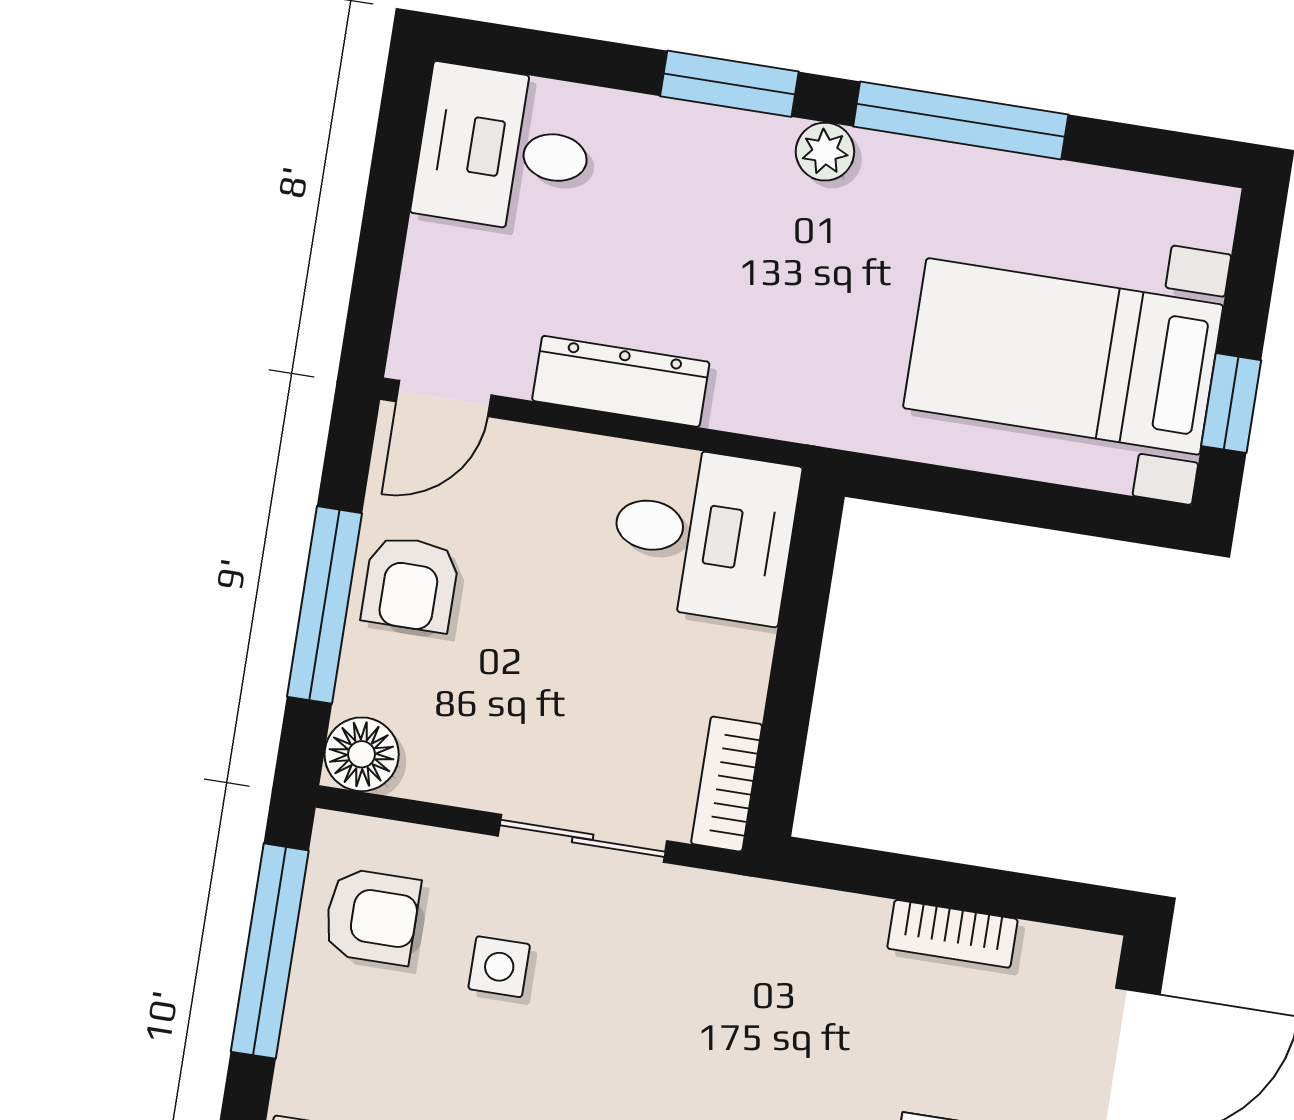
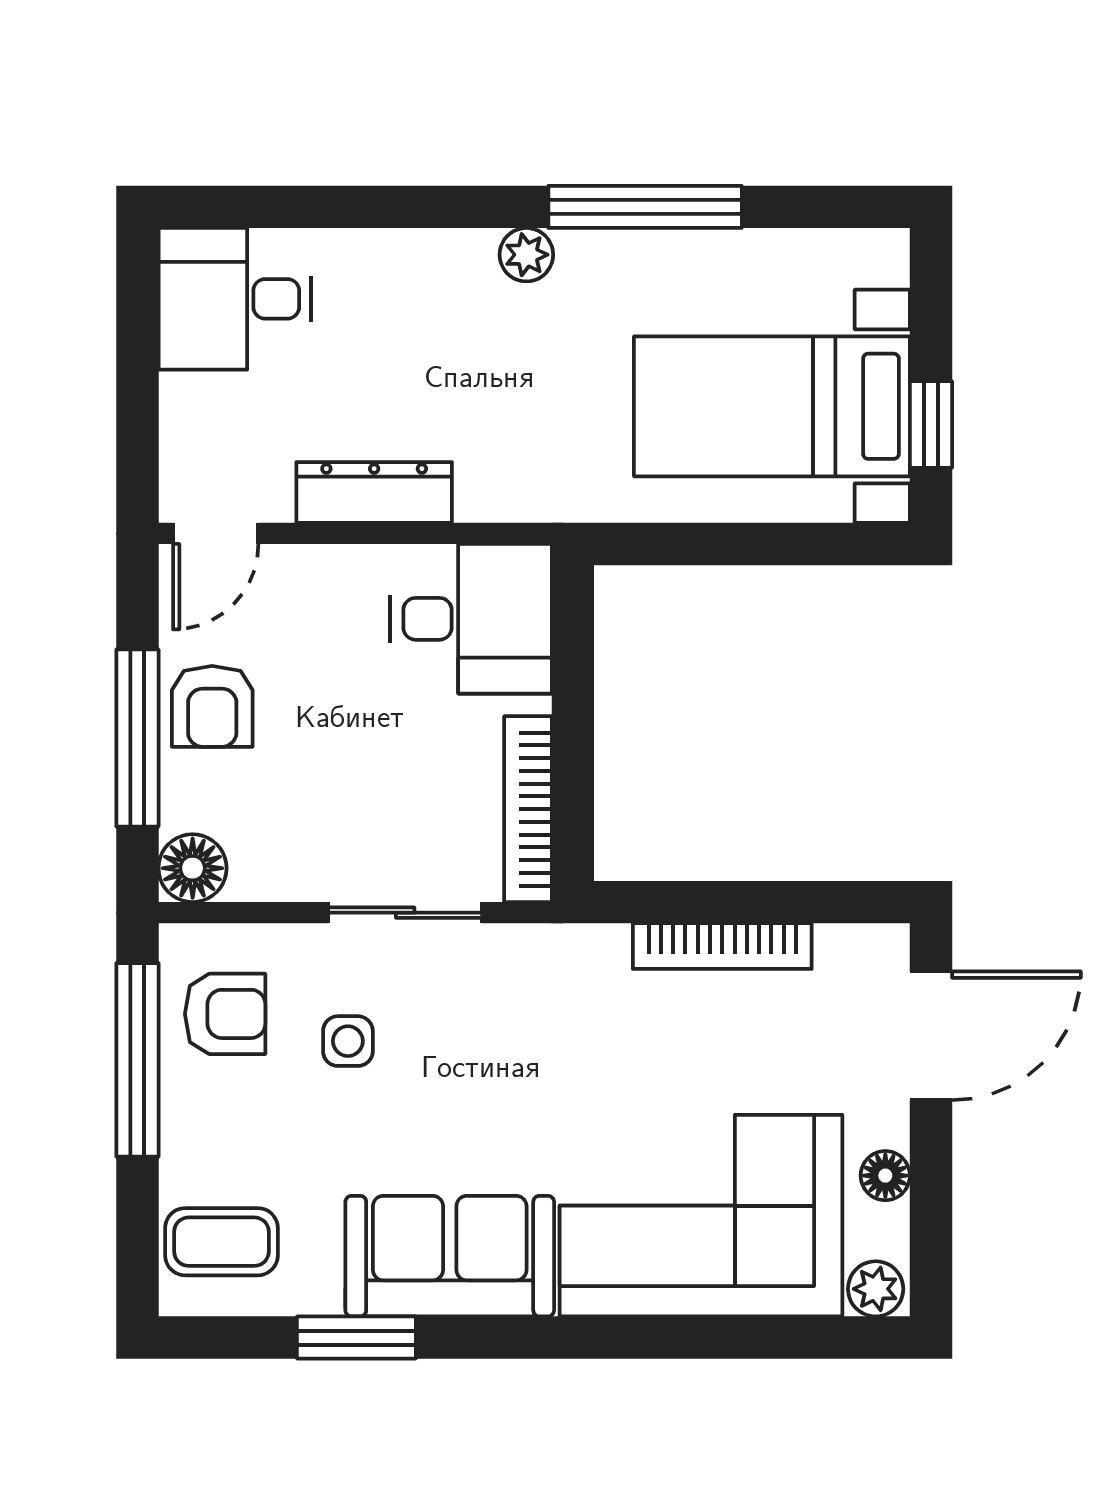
window: (729, 84) -> (430, 207), removed
bookcase: (727, 784) -> (528, 809), width x1.56
bookcase: (952, 934) -> (722, 946), width x1.56

